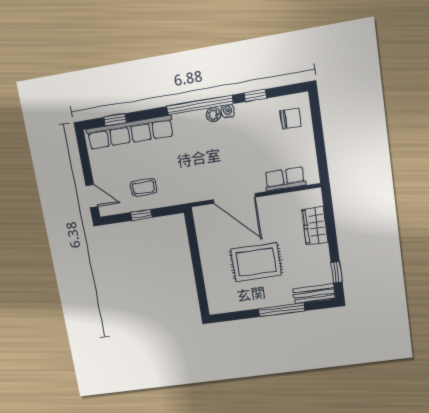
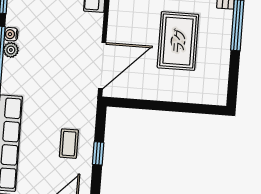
door: (234, 198) -> (102, 66), moved

